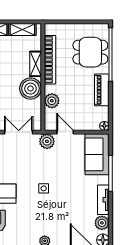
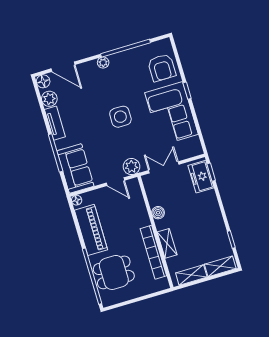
boiler: (31, 89) -> (158, 213), width x0.54, depth x0.54
piano: (102, 90) -> (91, 230), width x1.37, depth x1.33
plant: (52, 101) -> (139, 210), removed
double door: (19, 132) -> (164, 167), swing flipped
side table: (44, 188) -> (120, 117), width x1.87, depth x1.87

